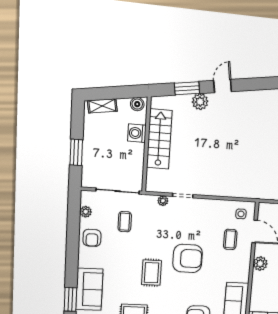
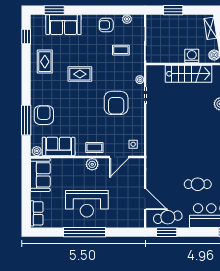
coffee table: (230, 239) -> (94, 148), moved
armchair: (188, 258) -> (116, 103), moved

